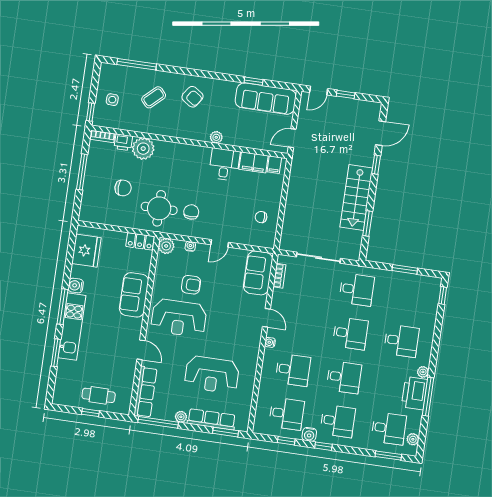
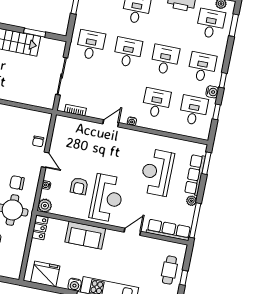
chair: (261, 217) -> (38, 141), moved
sofa: (258, 273) -> (72, 128), removed
armchair: (191, 285) -> (79, 186), turned 180
reception desk: (212, 375) -> (157, 172), turned 180

